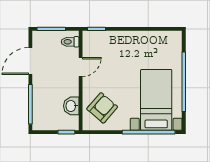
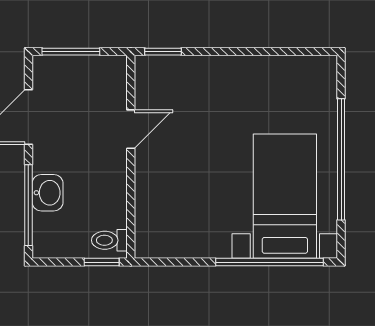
toilet: (70, 42) -> (109, 240), moved
washbasin: (71, 106) -> (48, 193), moved, turned 180
armchair: (102, 108) -> (175, 213), removed

